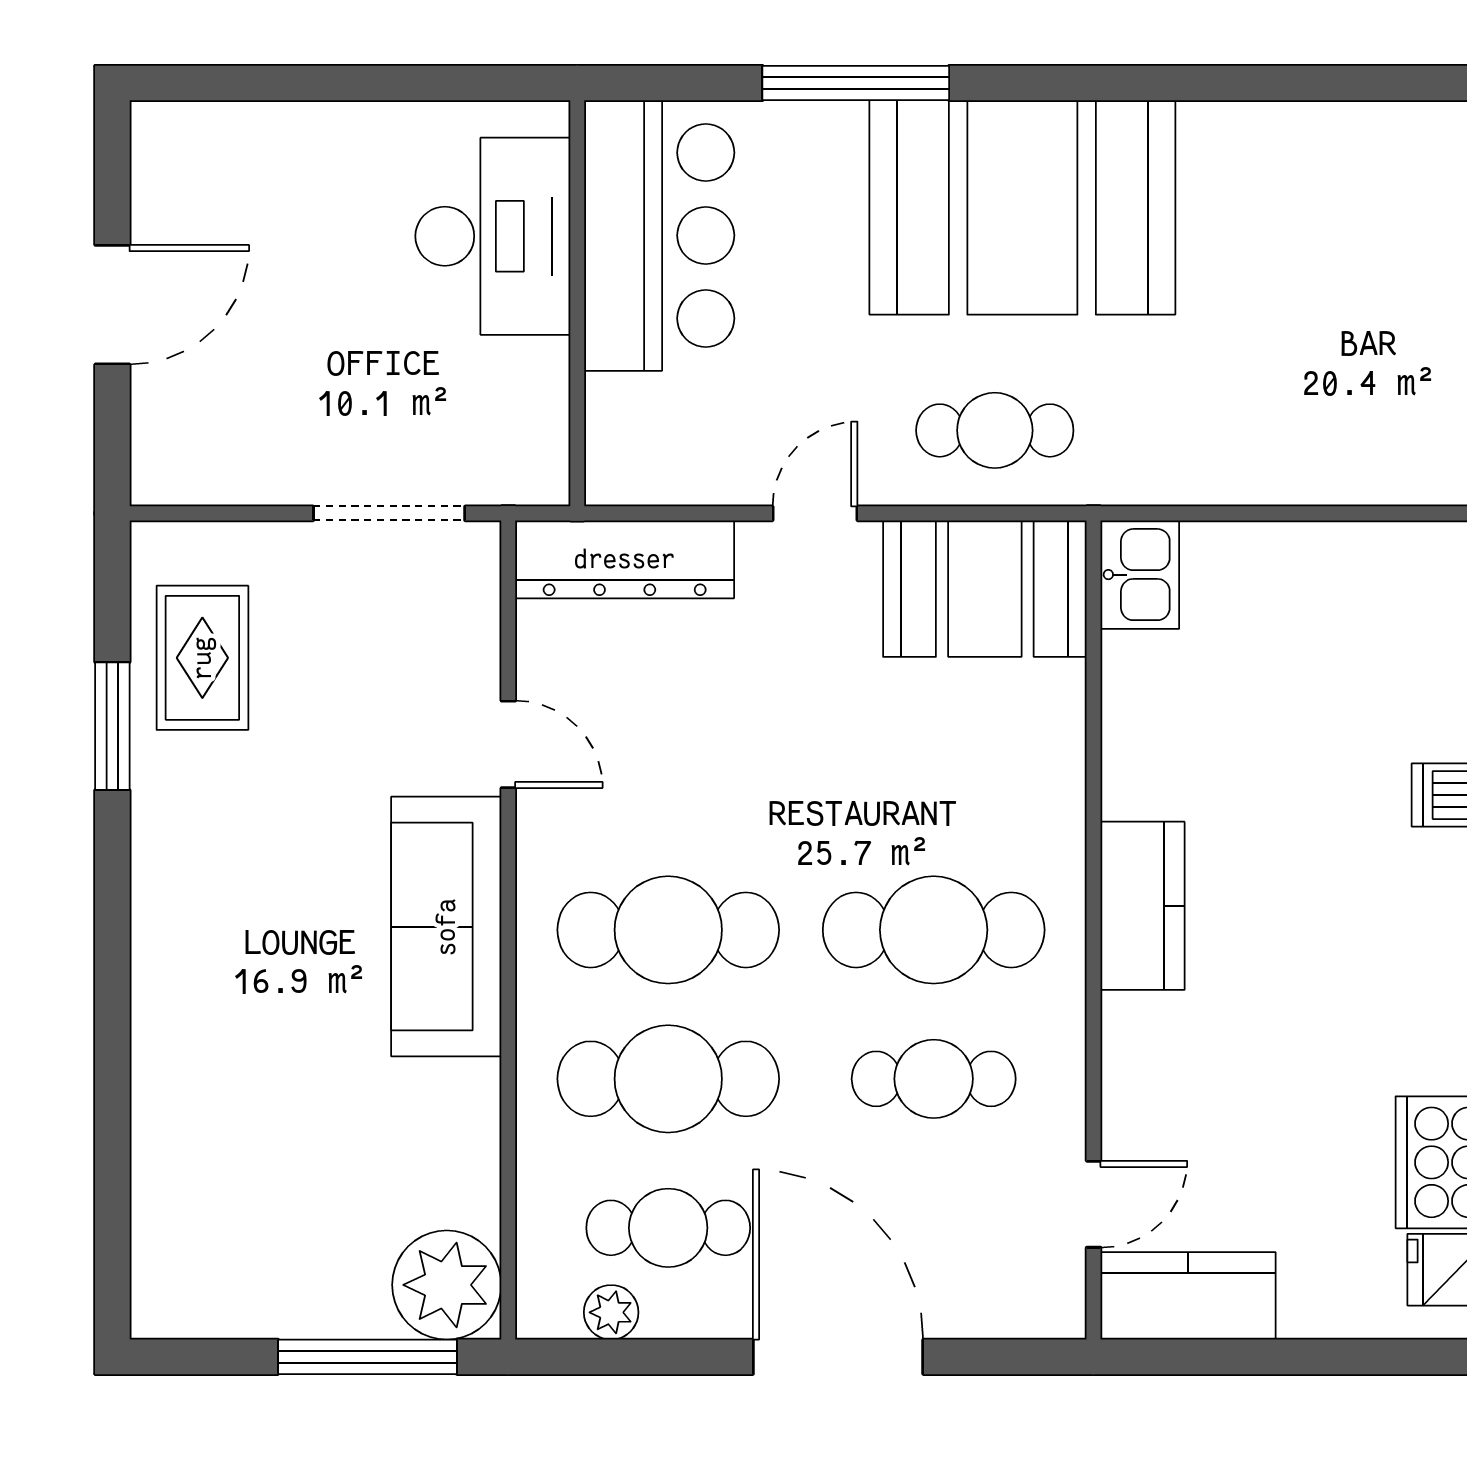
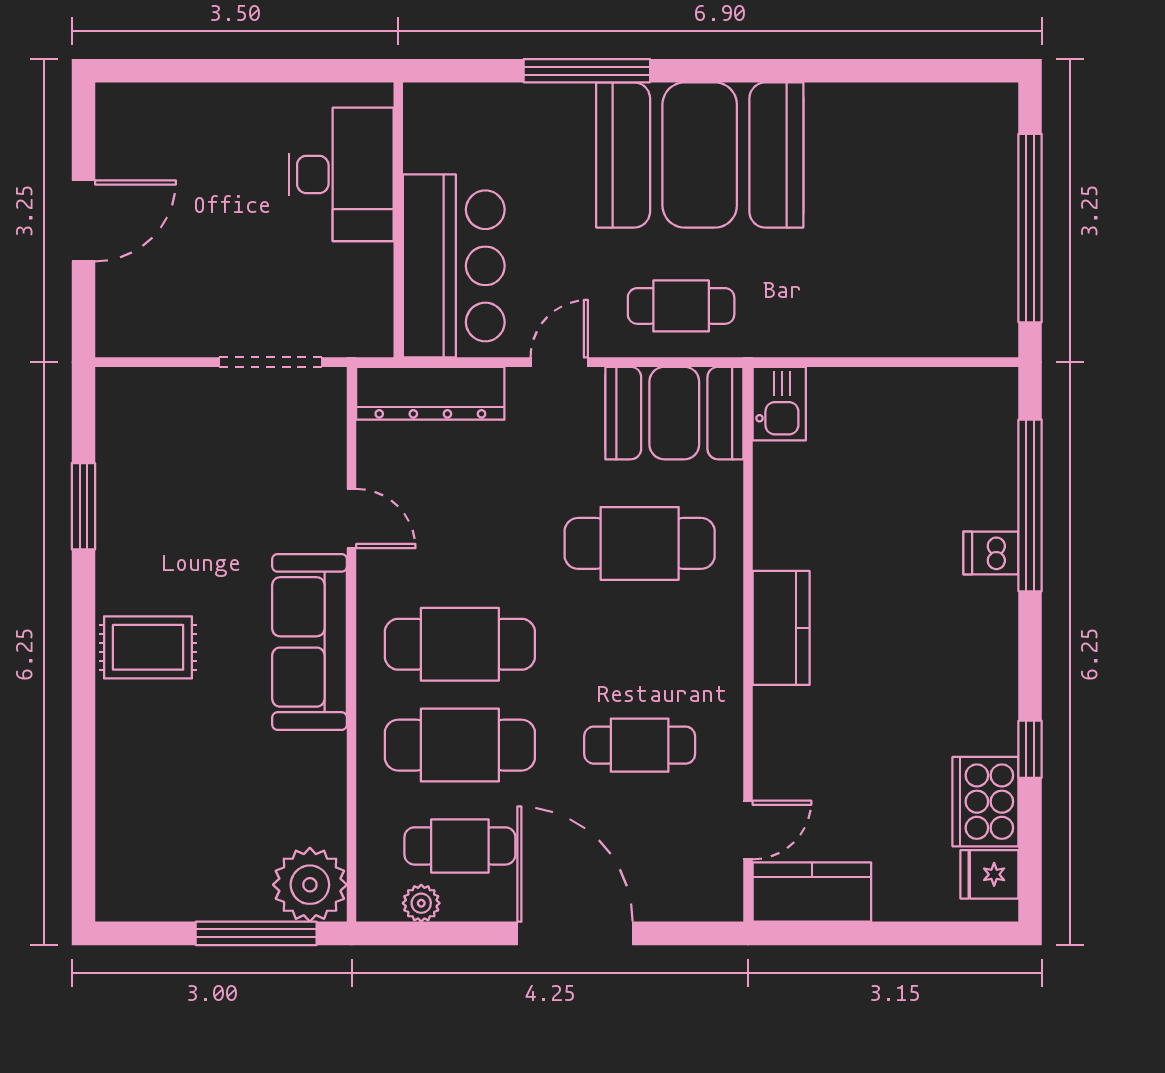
bar counter: (659, 235) -> (454, 266), moved
rug: (202, 658) -> (148, 647), moved, turned 90
cafe table: (934, 930) -> (640, 543), moved

